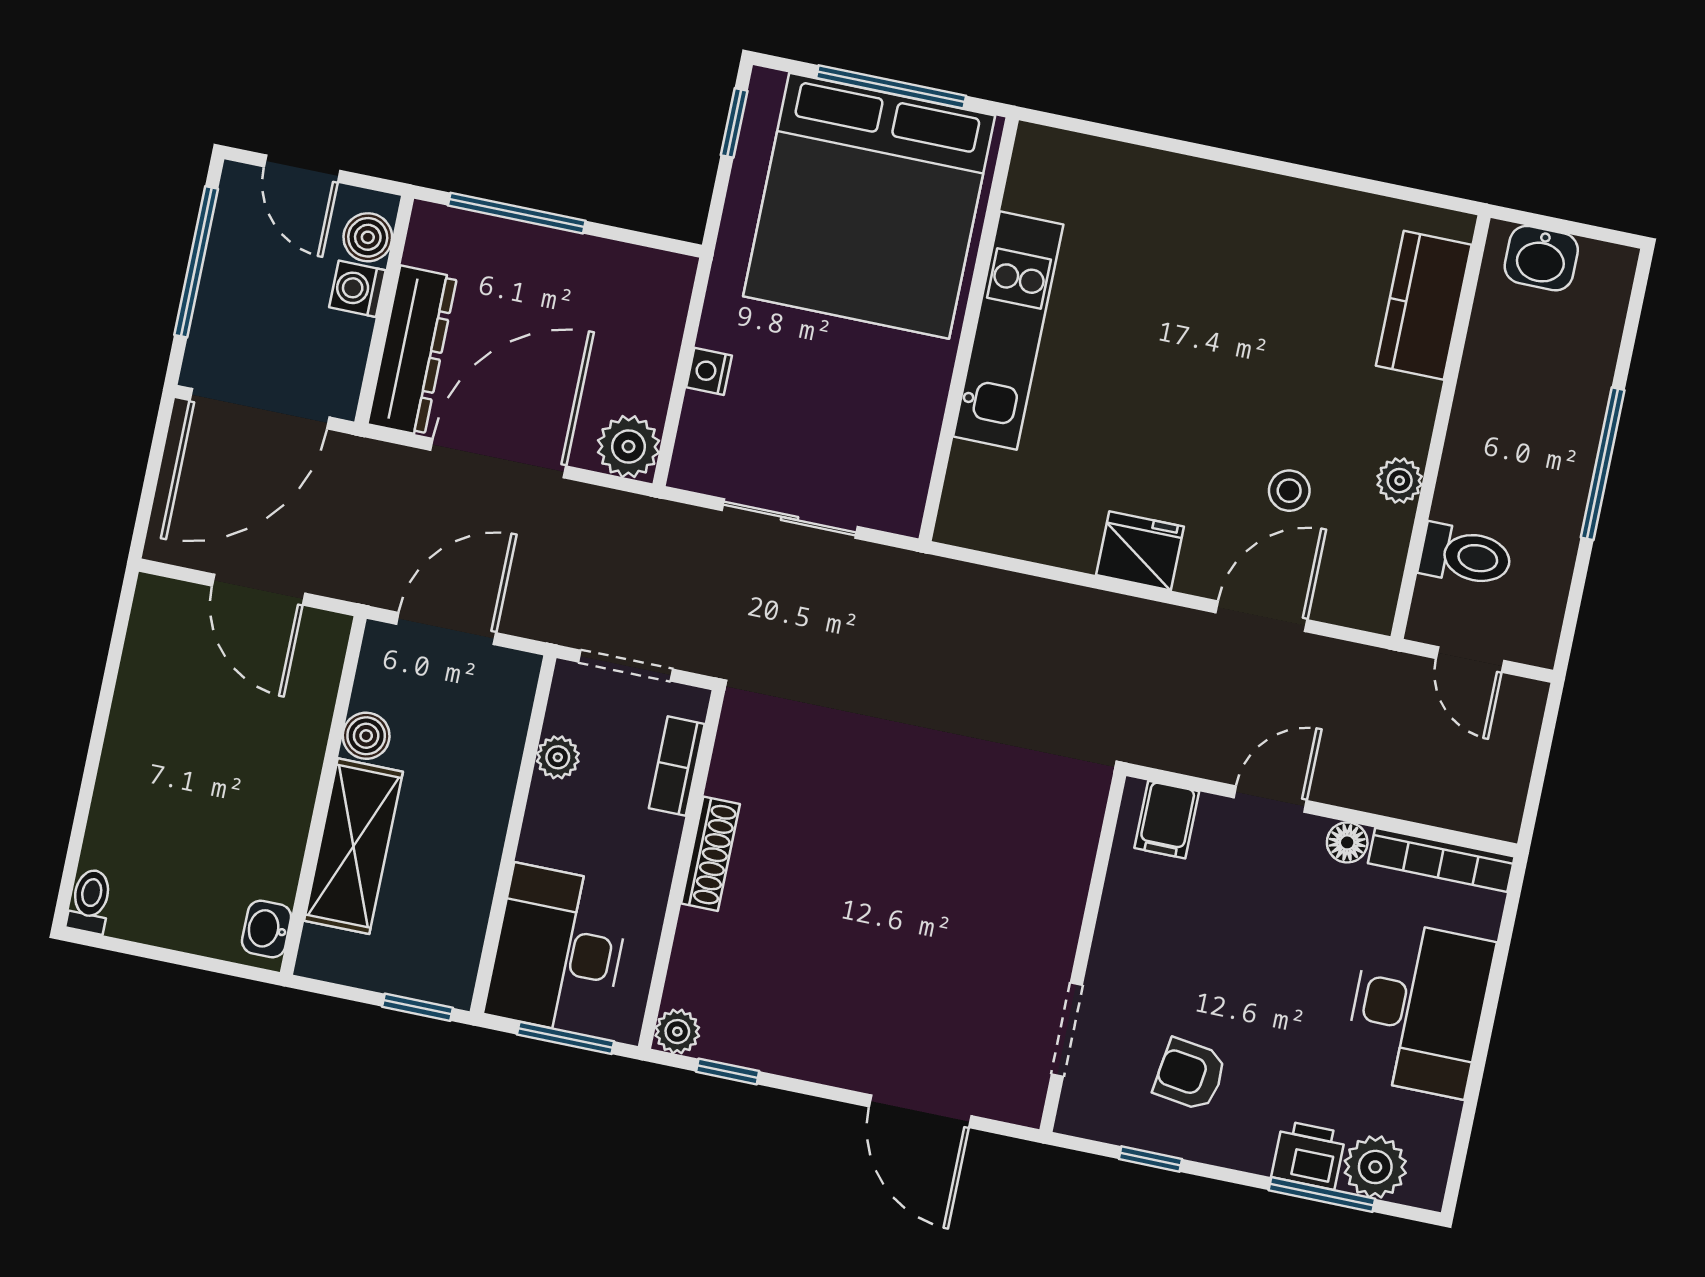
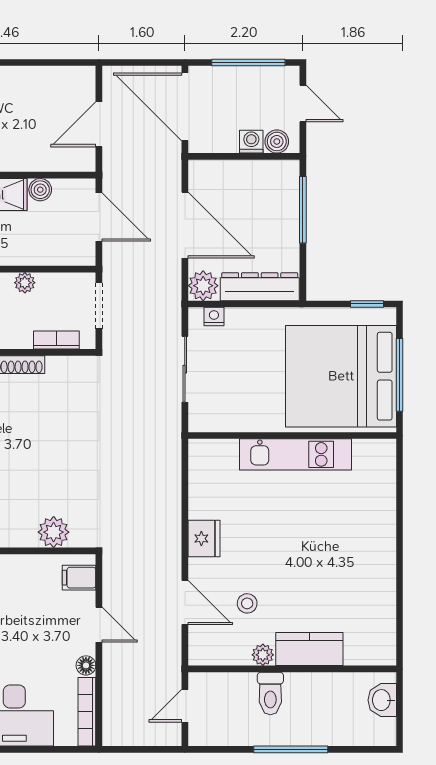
door: (302, 169) -> (303, 104), swing flipped
kitchen counter: (1424, 305) -> (309, 649), moved
dresser: (412, 351) -> (260, 287), moved, turned 180
nightstand: (709, 371) -> (214, 316), moved
toilet: (1466, 556) -> (270, 693), moved
plant: (558, 757) -> (25, 283), moved
plant: (1064, 852) -> (54, 532), added

